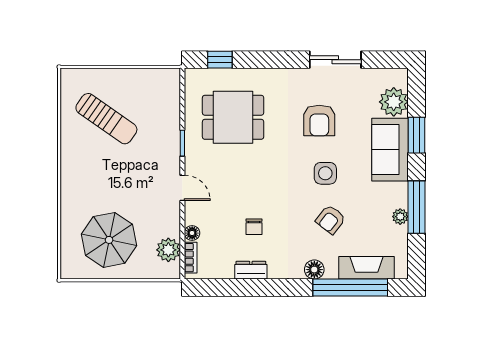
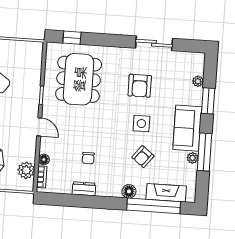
plant: (394, 102) -> (198, 81), width x0.53, depth x0.53
dining table: (233, 117) -> (79, 79), width x1.38
sofa: (390, 150) -> (187, 128), moved

